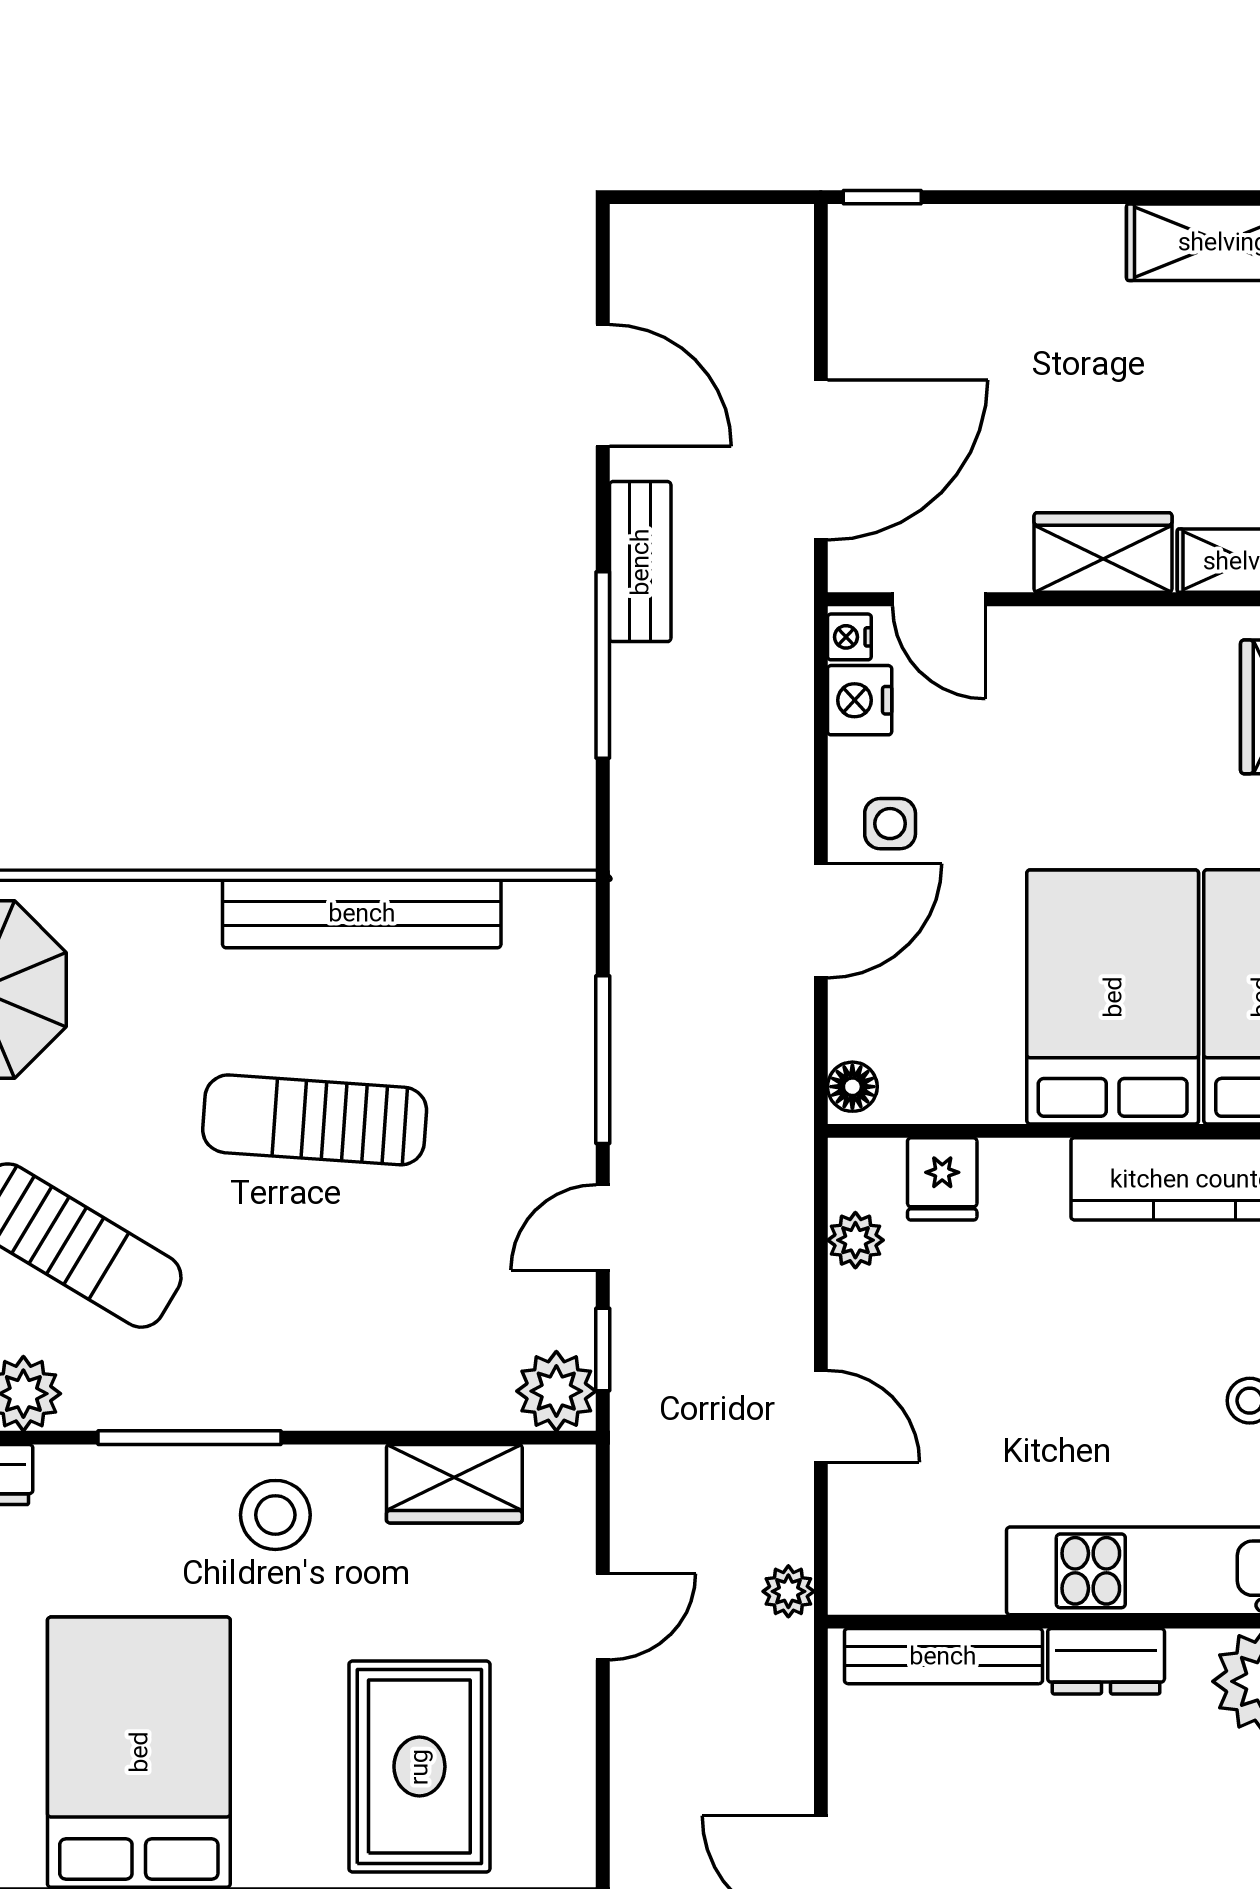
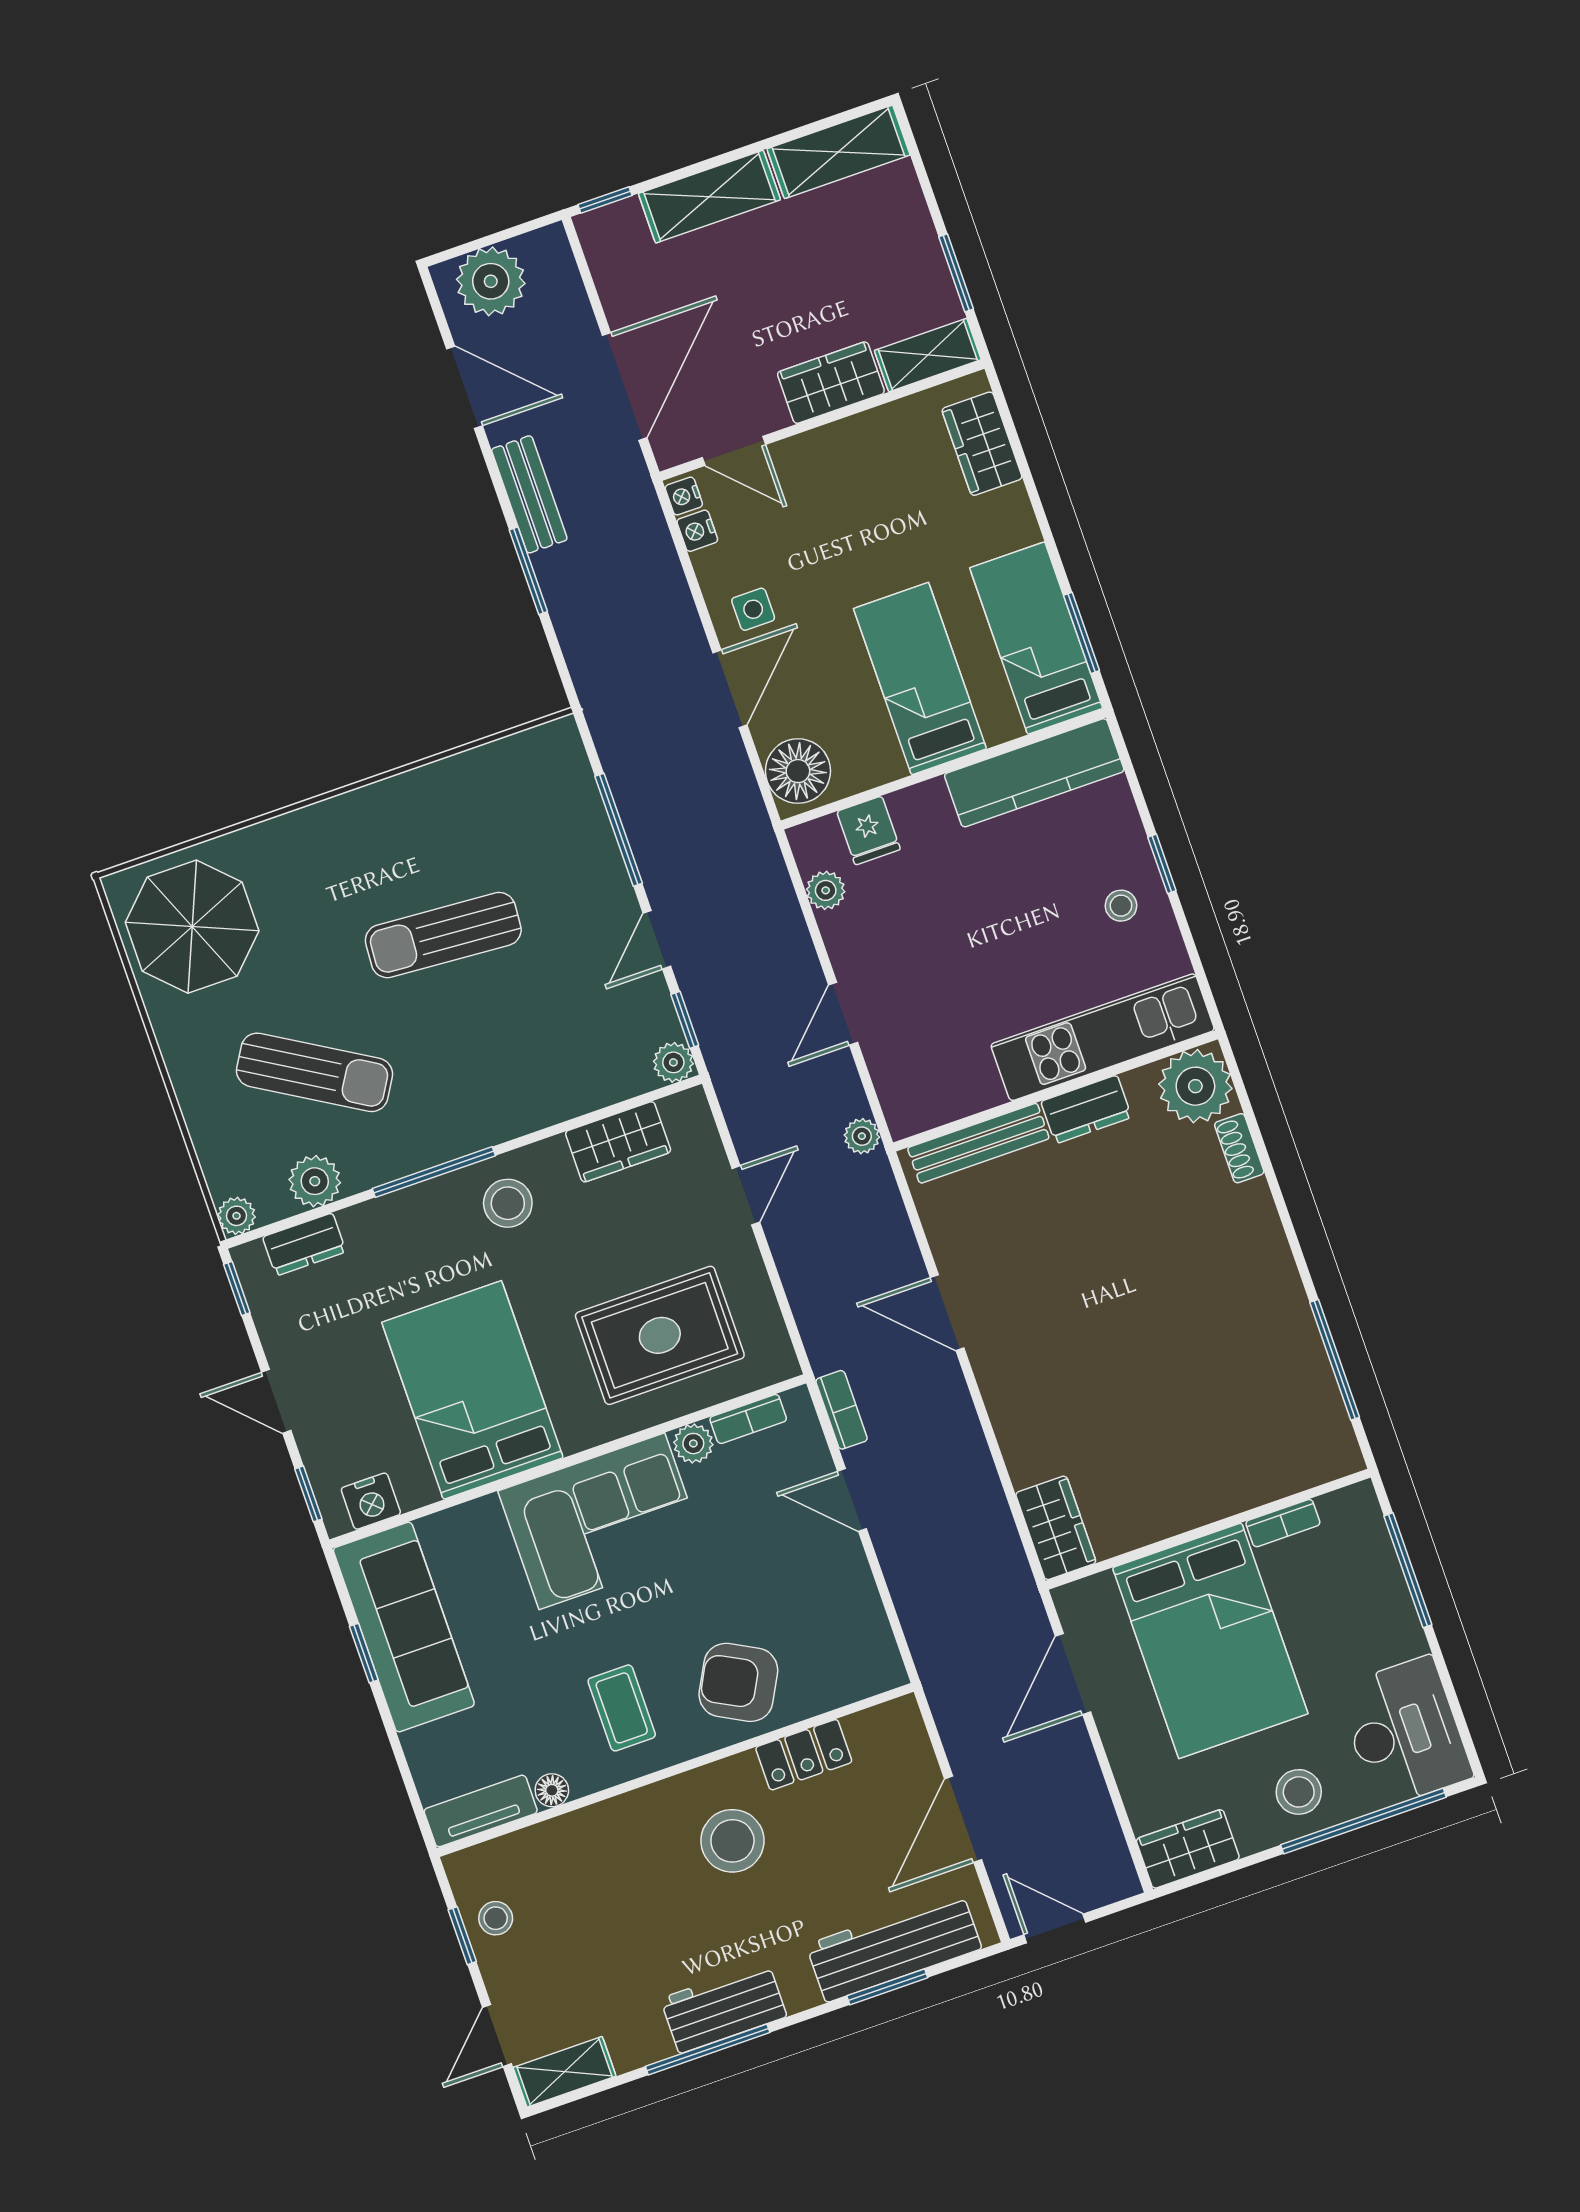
shelving: (1026, 242) -> (709, 197), added
plant: (689, 254) -> (491, 281), added
window: (603, 665) -> (528, 571), width x0.69
nightstand: (860, 700) -> (697, 531), width x0.72, depth x0.74
bench: (362, 913) -> (427, 789), removed
bed: (1113, 997) -> (920, 679), width x0.67
floor lamp: (852, 1087) -> (798, 771), width x1.89, depth x1.89
plant: (556, 1391) -> (673, 1062), width x0.73, depth x0.73
door: (821, 1416) -> (843, 1014), swing flipped
rug: (419, 1767) -> (660, 1335), turned 90

